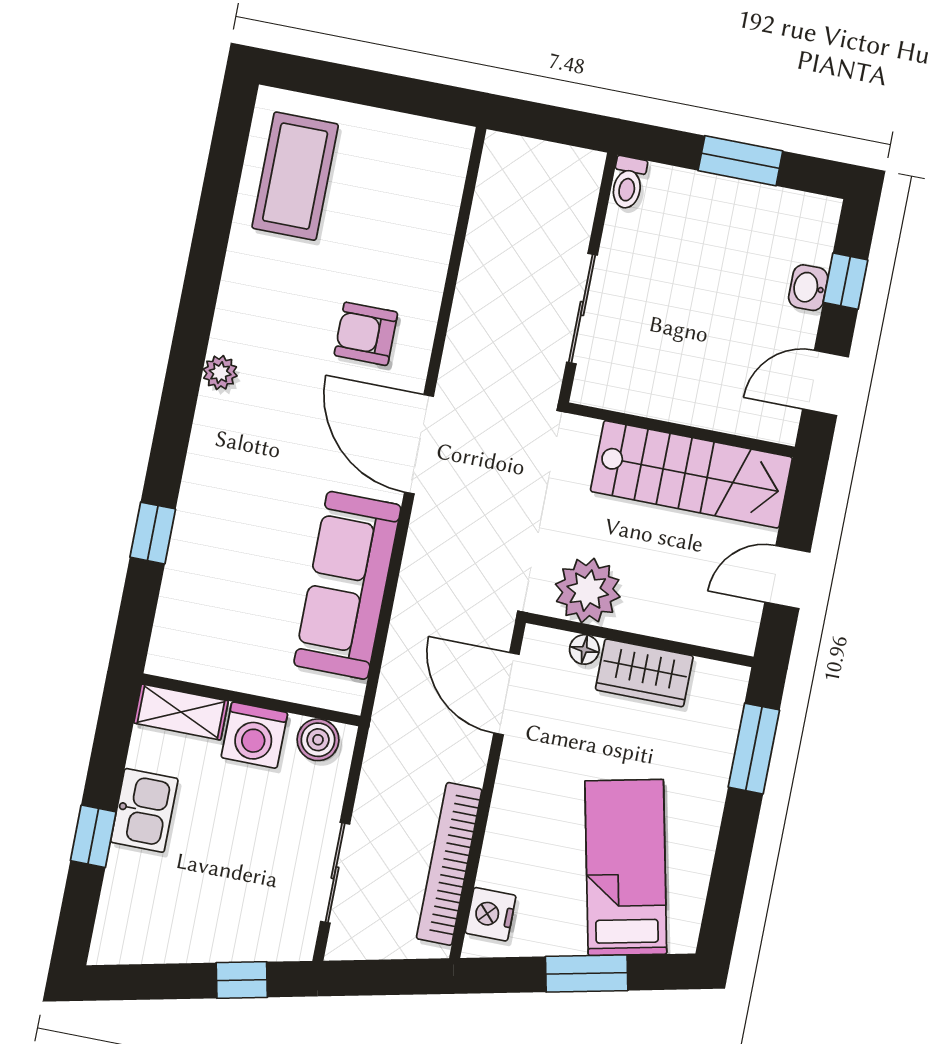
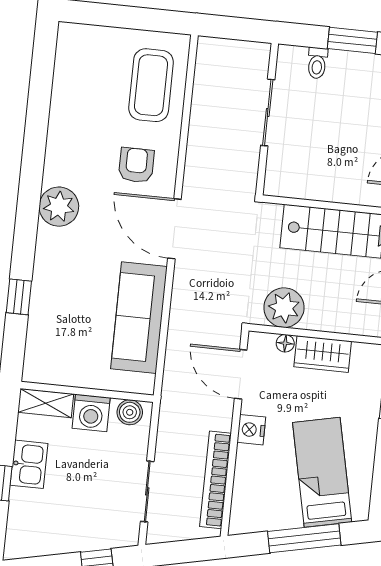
coffee table: (295, 176) -> (151, 85), moved
toilet: (628, 183) -> (317, 63), moved
sliding door: (582, 309) -> (268, 112), moved
armchair: (366, 334) -> (136, 165), turned 90
plant: (220, 373) -> (59, 207), width x1.88, depth x1.88
nightstand: (491, 914) -> (251, 430), moved
window: (587, 973) -> (304, 538), width x1.44

